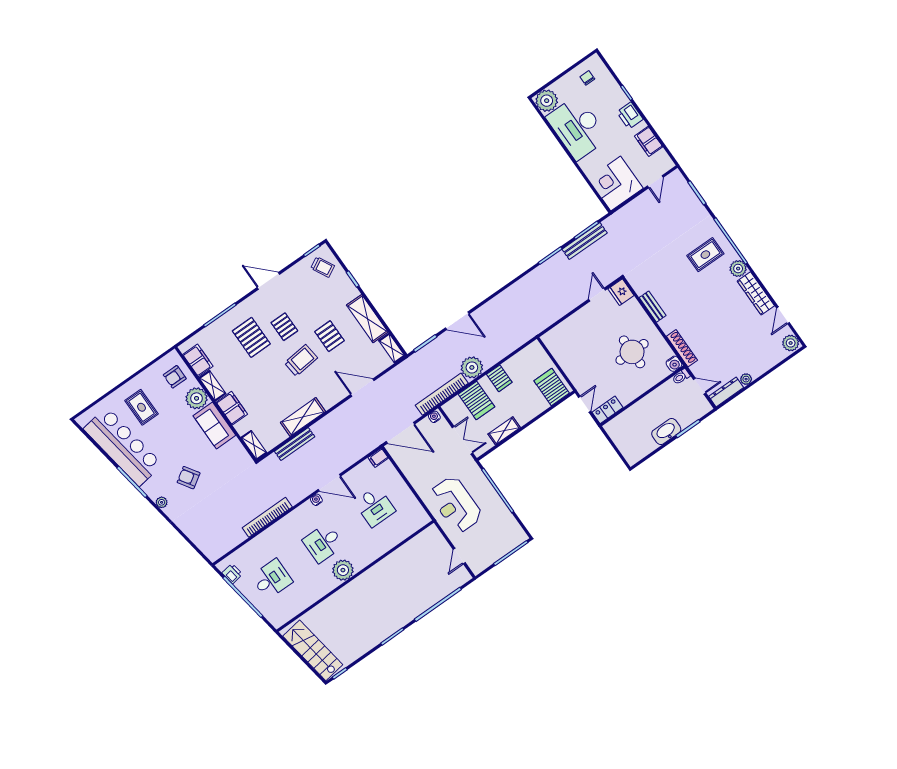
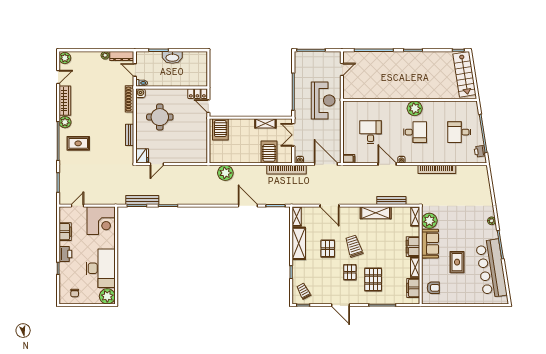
trolley: (301, 360) -> (354, 246), turned 78
plant: (472, 367) -> (225, 173), moved
server rack: (499, 378) -> (247, 156), removed
plant: (197, 398) -> (429, 221), moved
door: (585, 404) -> (208, 106), hinge flipped
rug: (142, 407) -> (457, 262), moved
armchair: (189, 478) -> (466, 224), removed

